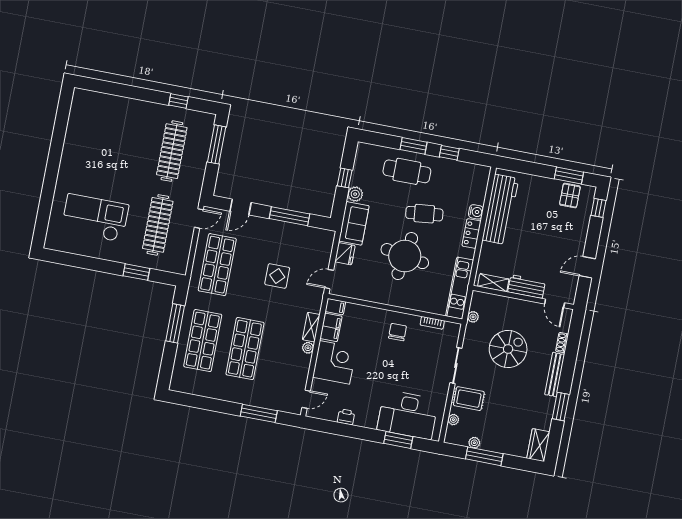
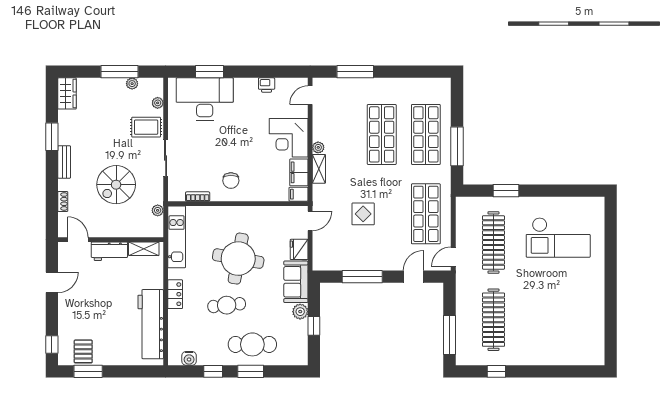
water cooler: (476, 212) -> (189, 358), moved, turned -90
bench: (555, 374) -> (64, 162), width x0.73

